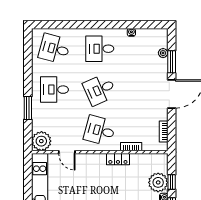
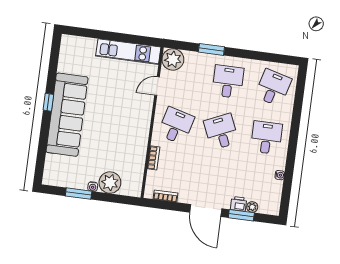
printer: (162, 66) -> (239, 204), added
locker: (118, 159) -> (142, 142), removed
window: (172, 182) -> (108, 198), removed

